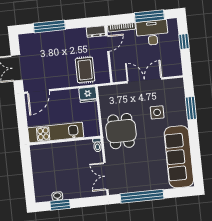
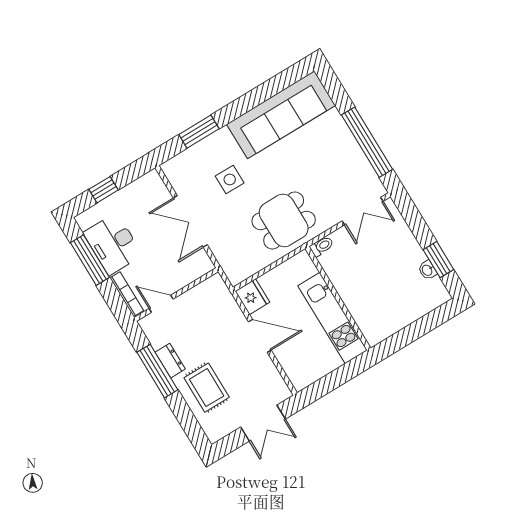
window: (49, 26) -> (157, 371), moved
dresser: (96, 32) -> (170, 361), moved
rug: (85, 70) -> (207, 388), moved, turned 90
door: (38, 91) -> (260, 336), moved

